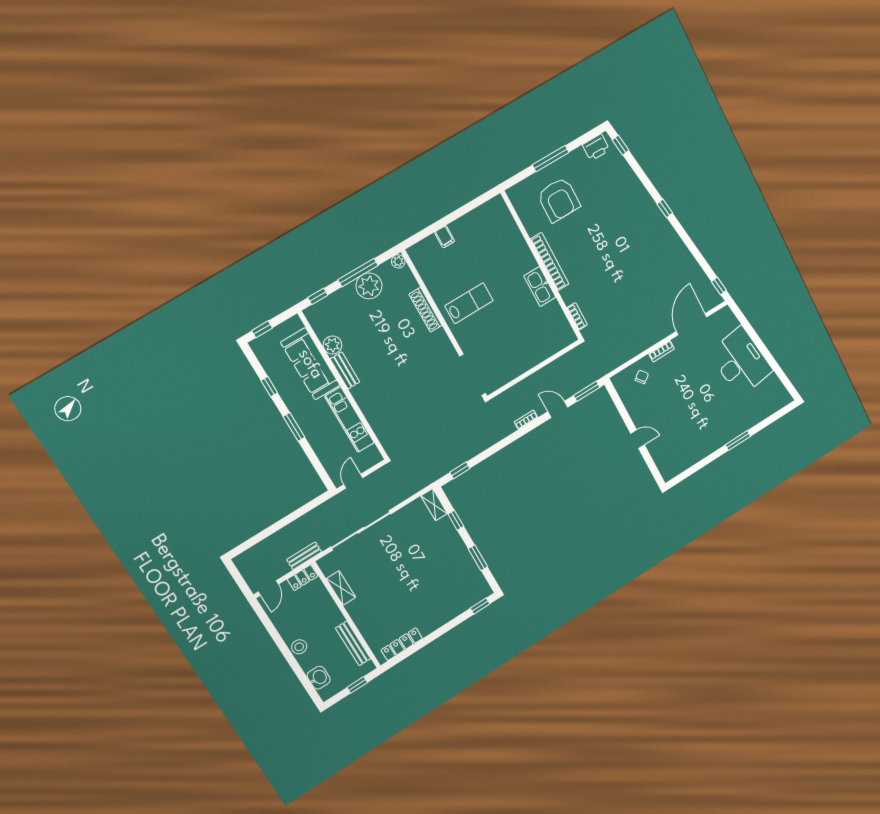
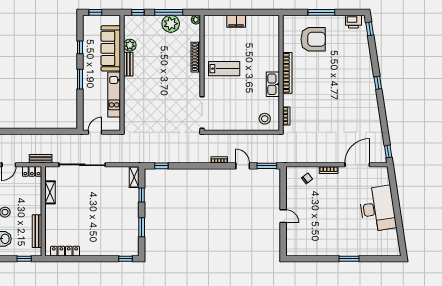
armchair: (559, 200) -> (313, 39), turned -90
filing cabinet: (445, 237) -> (236, 21), width x2.00
stool: (553, 336) -> (265, 119), added

